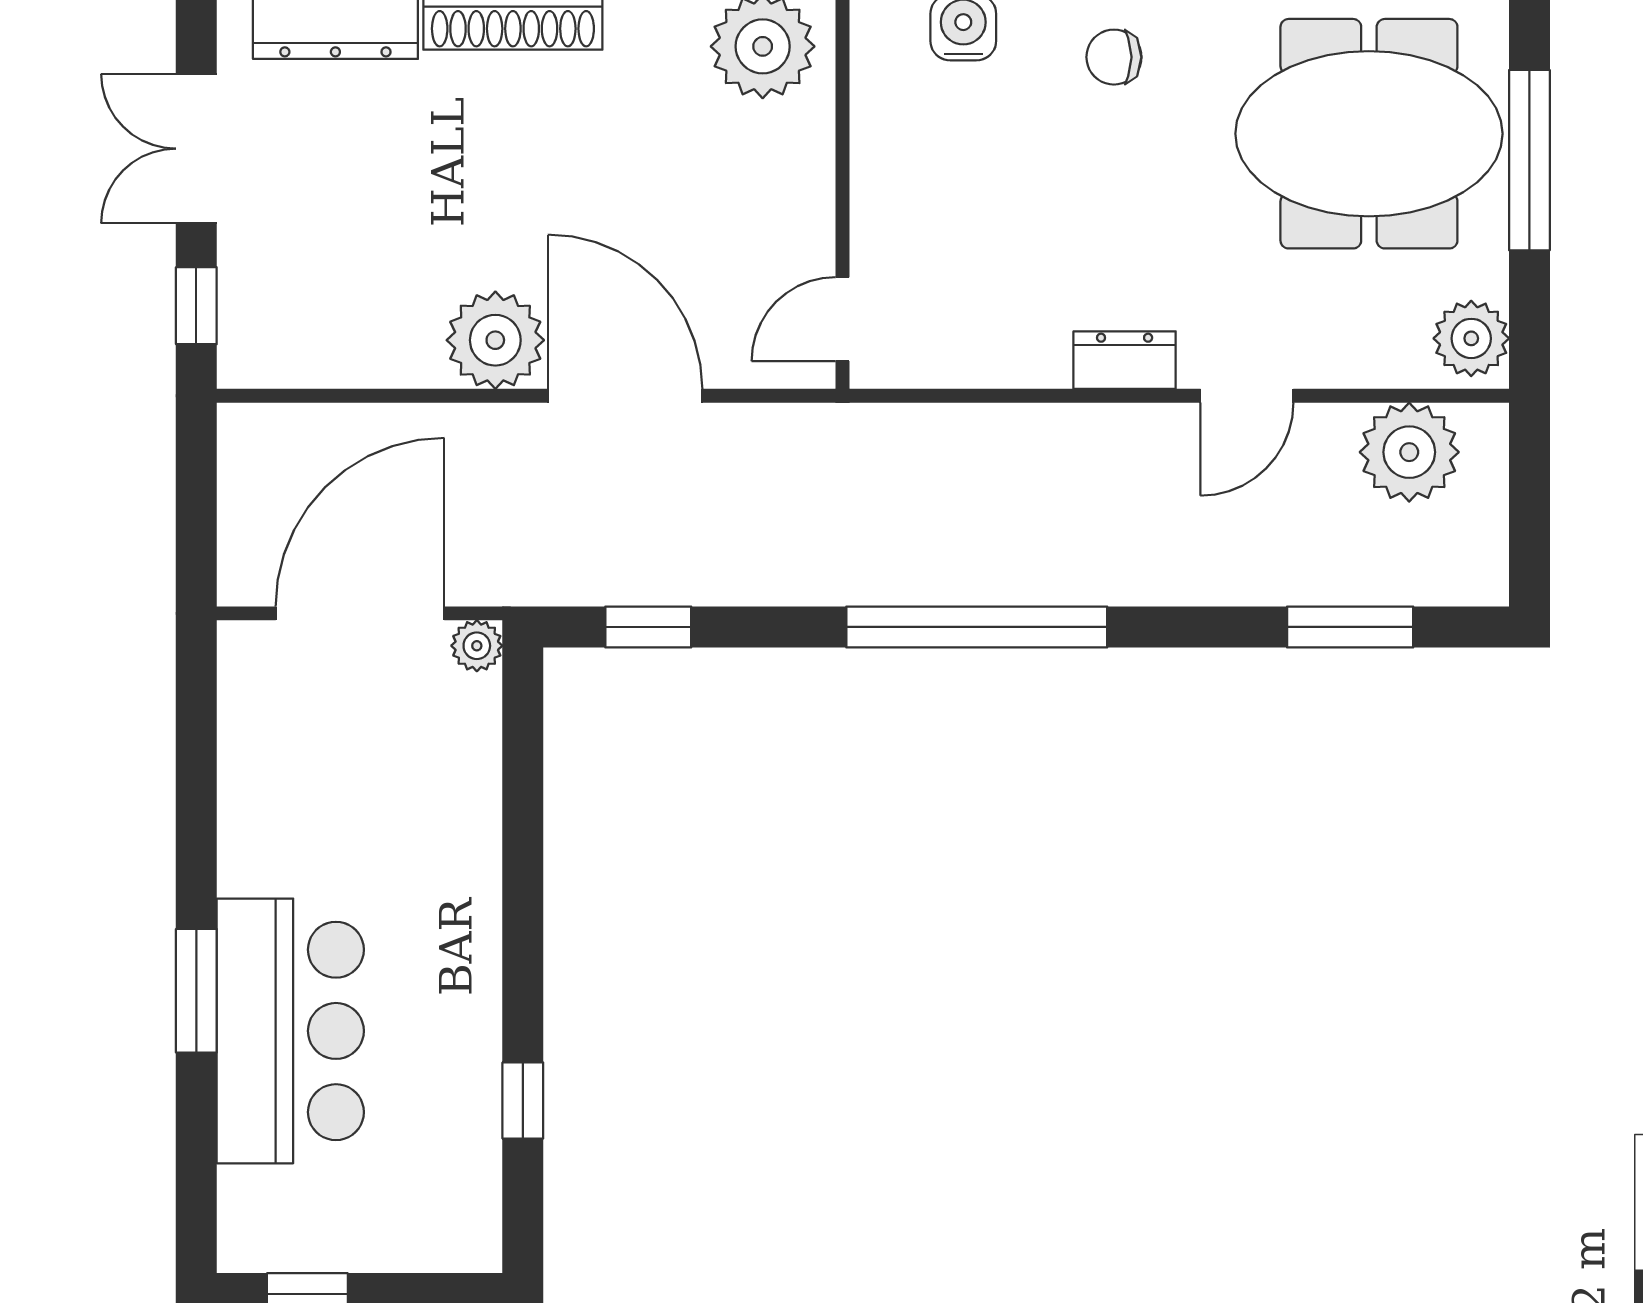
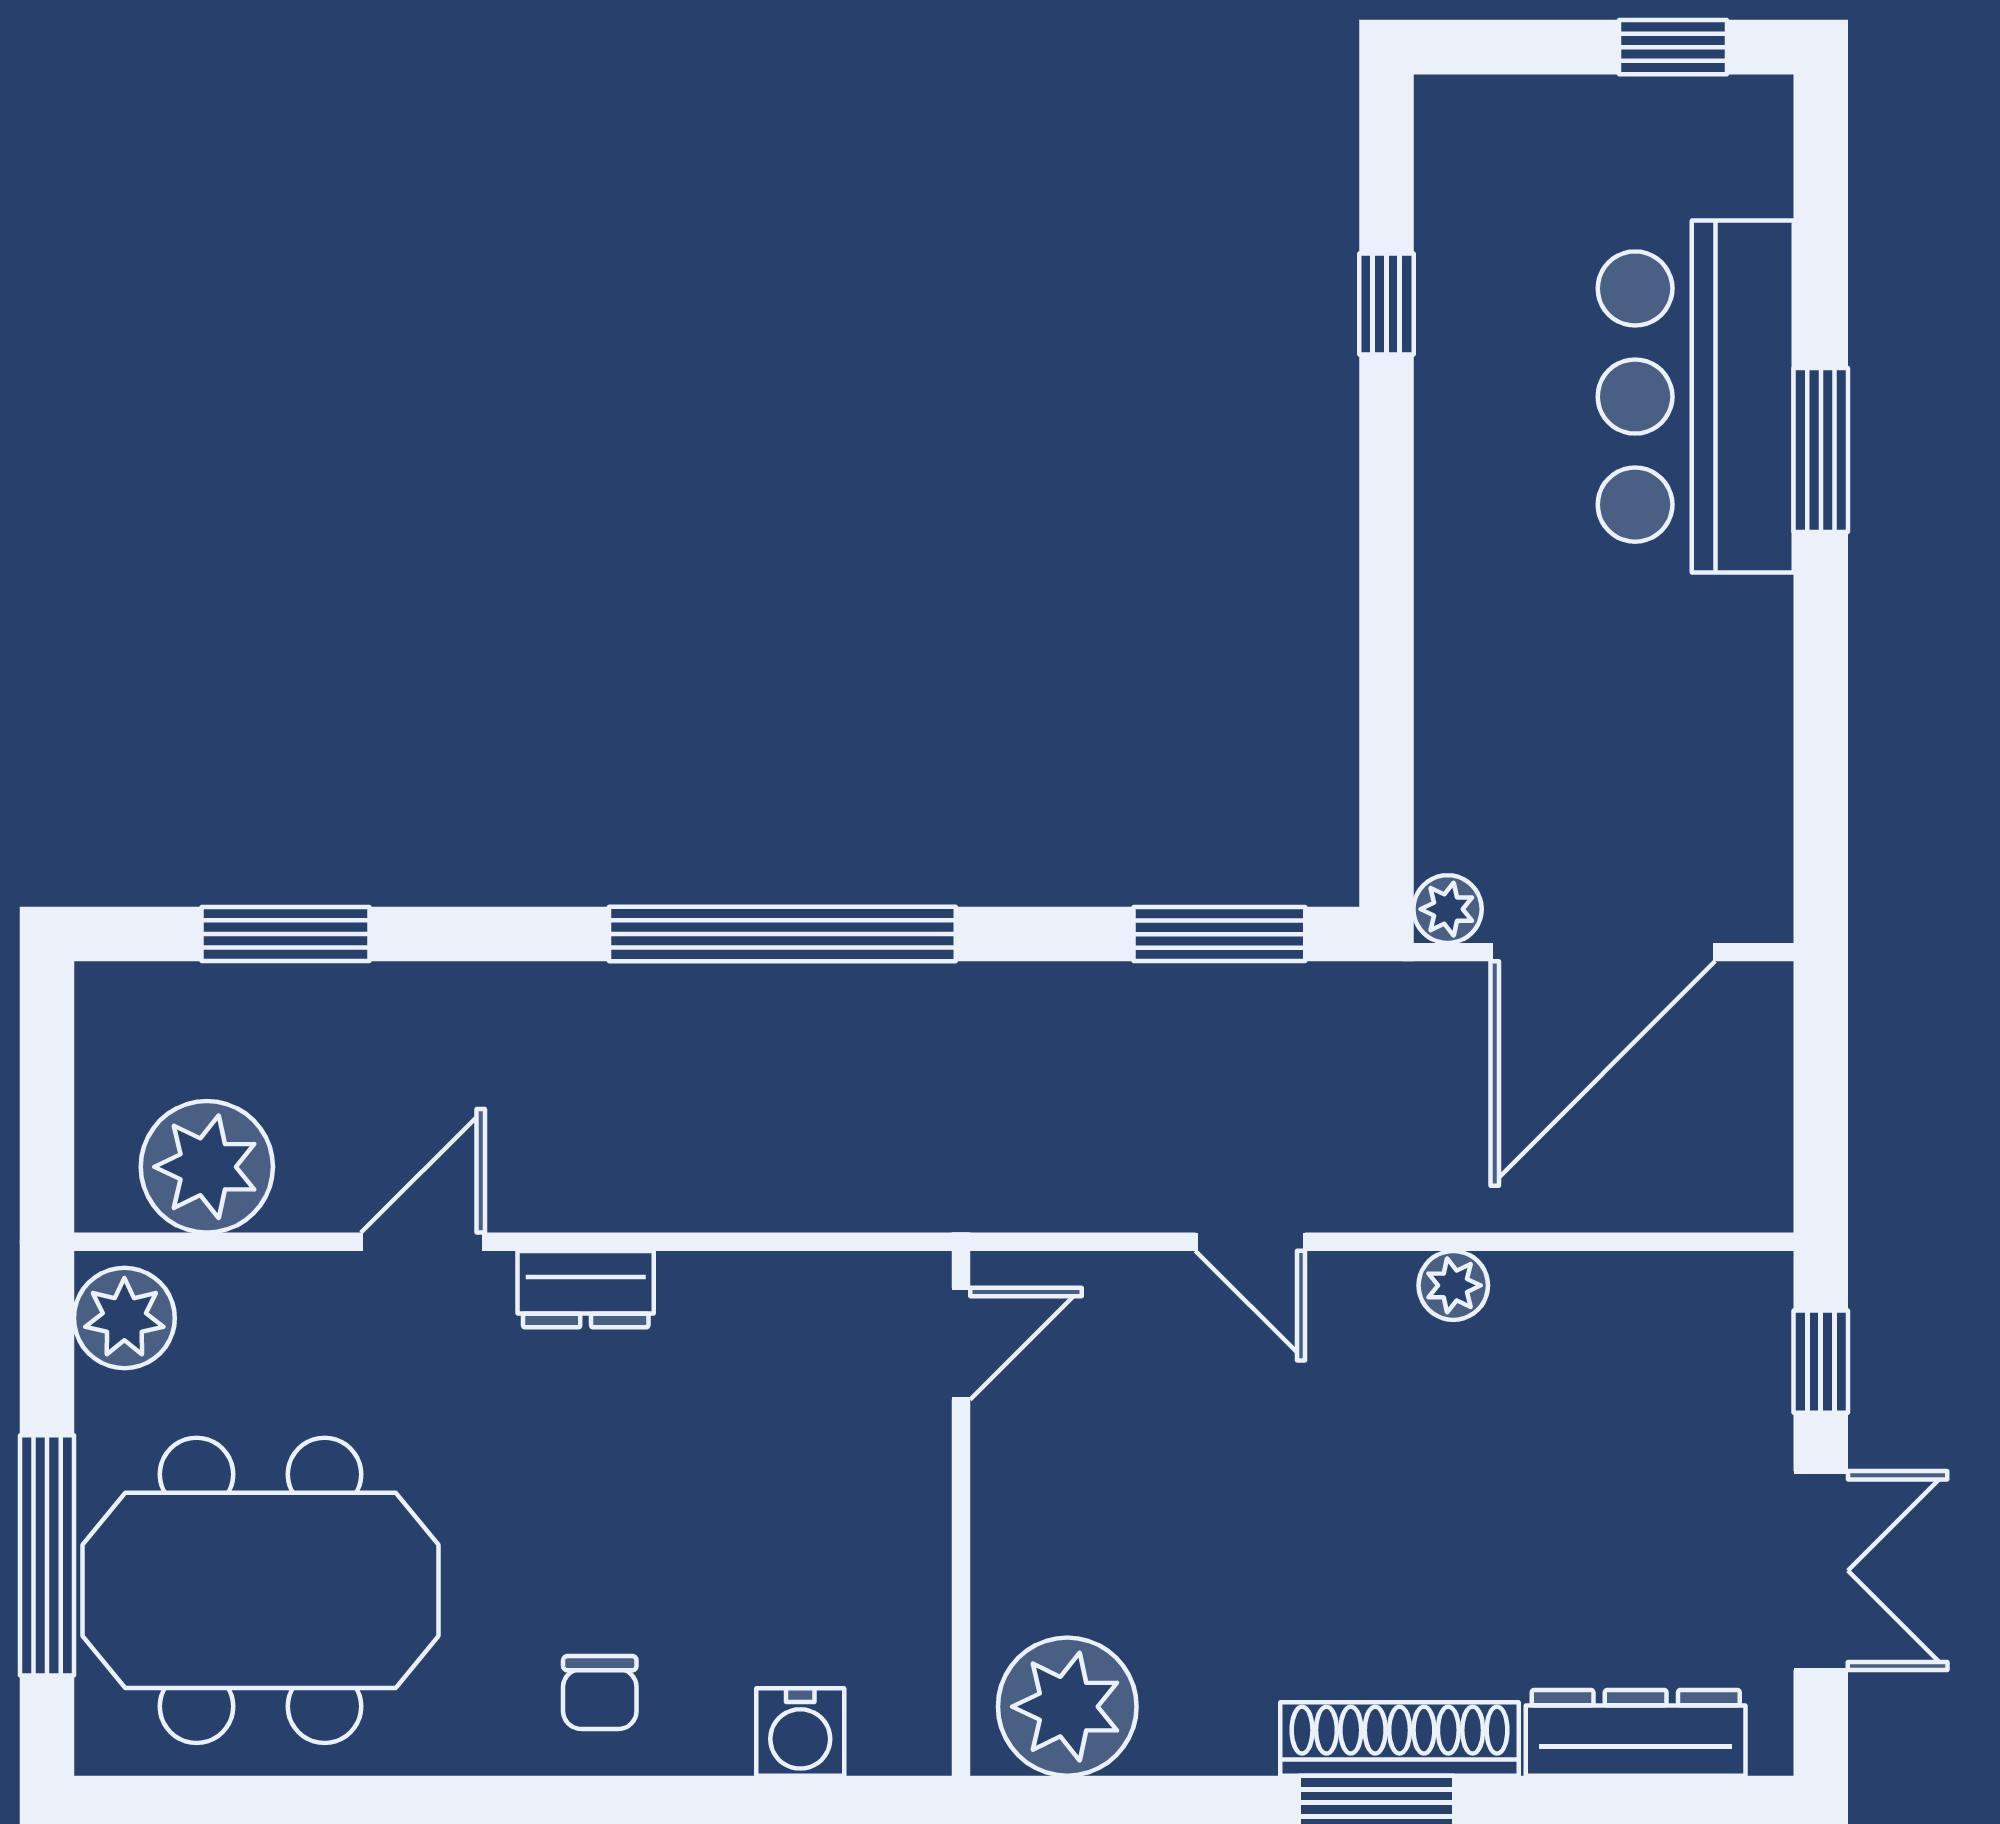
chair: (1114, 57) -> (600, 1692), turned 90
plant: (495, 340) -> (1453, 1285), width x0.53, depth x0.53
door: (625, 396) -> (1250, 1242), width x0.53
window: (648, 627) -> (1219, 934), width x1.50

